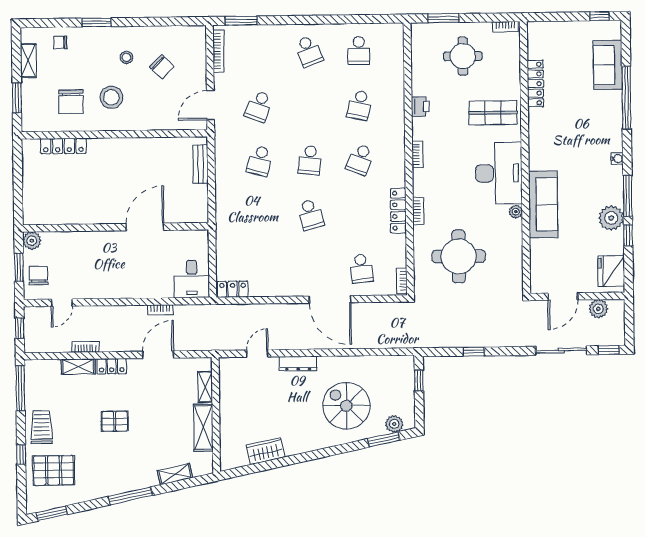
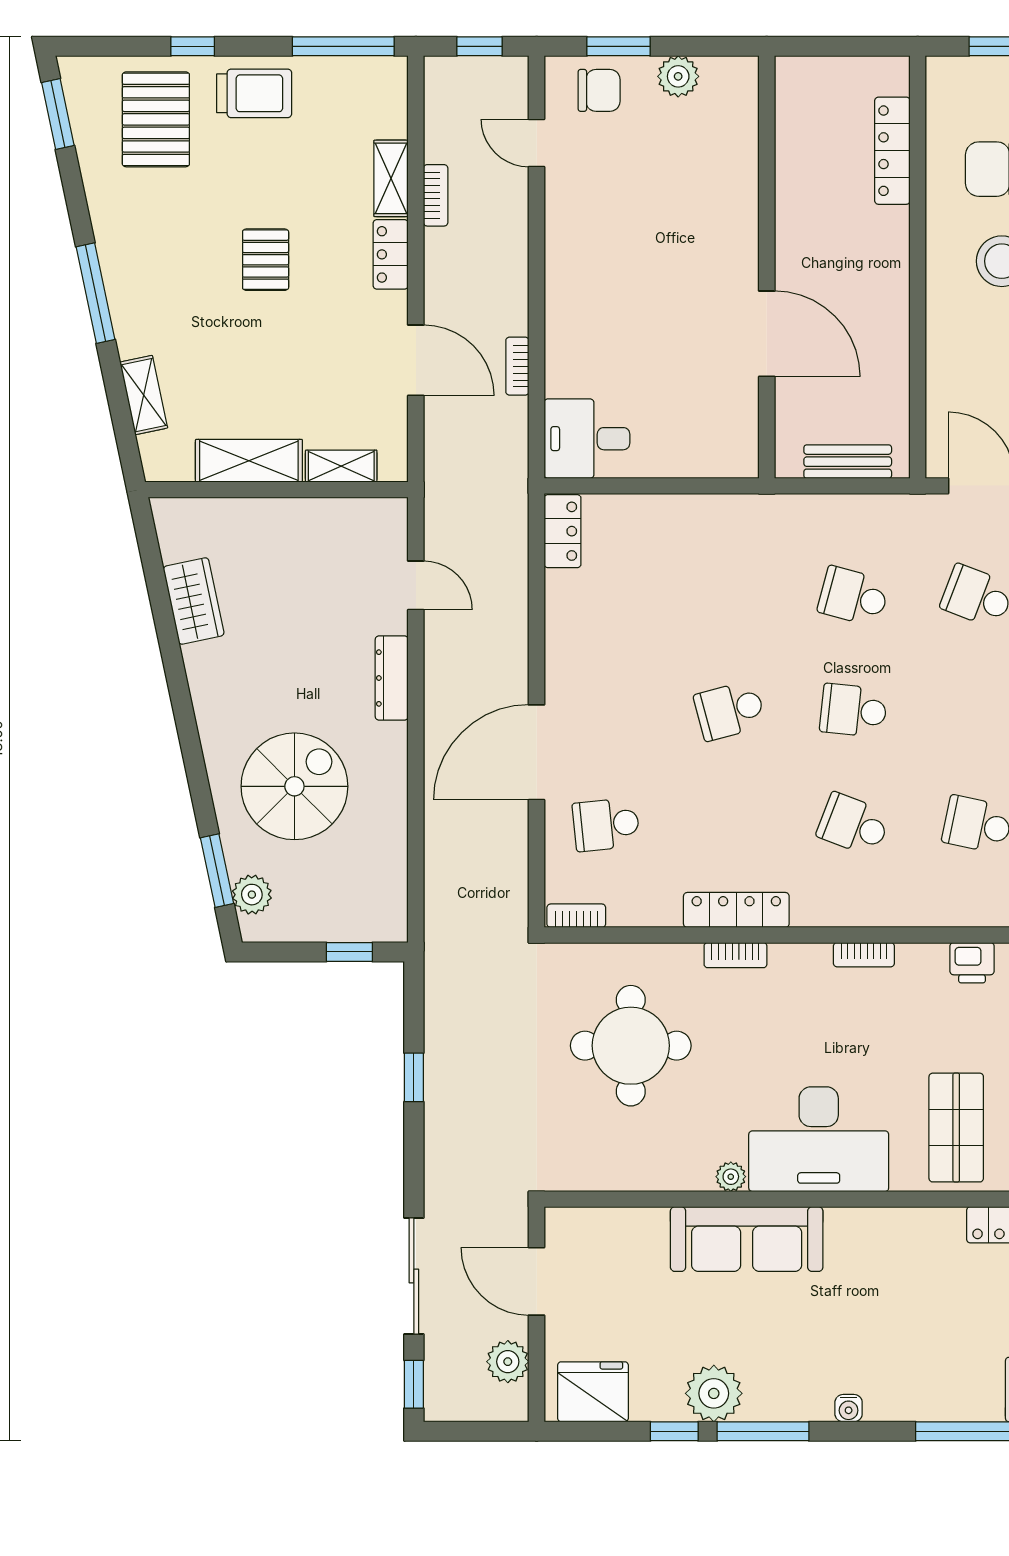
wall: (116, 227) -> (767, 267), moved
door: (145, 227) -> (767, 334), moved

